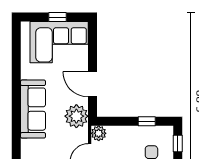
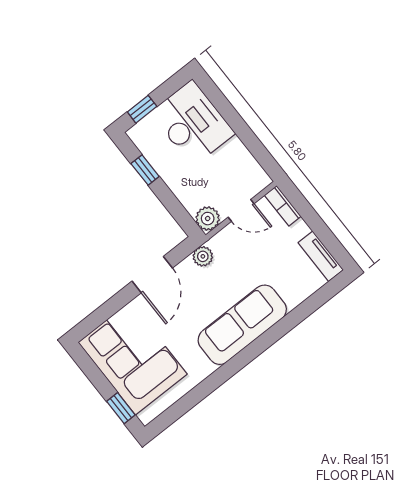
window: (57, 17) -> (121, 408), moved
plant: (76, 116) -> (203, 256), width x0.53, depth x0.53

